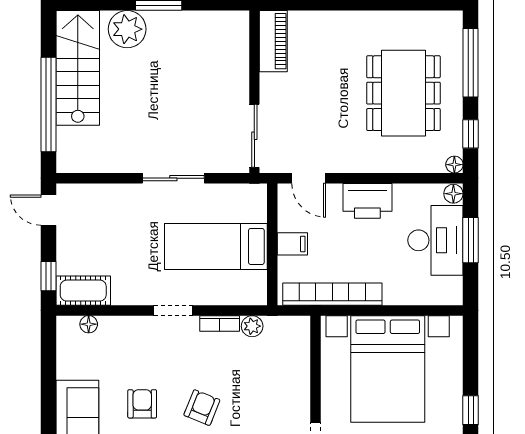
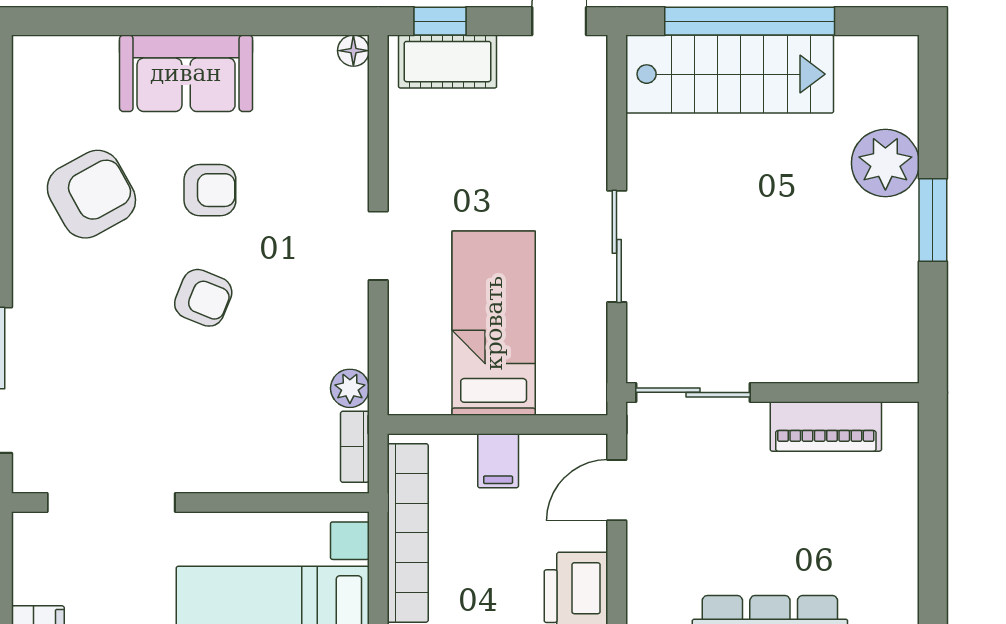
piano: (273, 41) -> (826, 426), moved
stairs: (78, 68) -> (730, 74), moved
cot: (83, 291) -> (448, 62), moved, turned 90
bookcase: (220, 323) -> (355, 447), moved
floor lamp: (89, 324) -> (353, 51), moved

